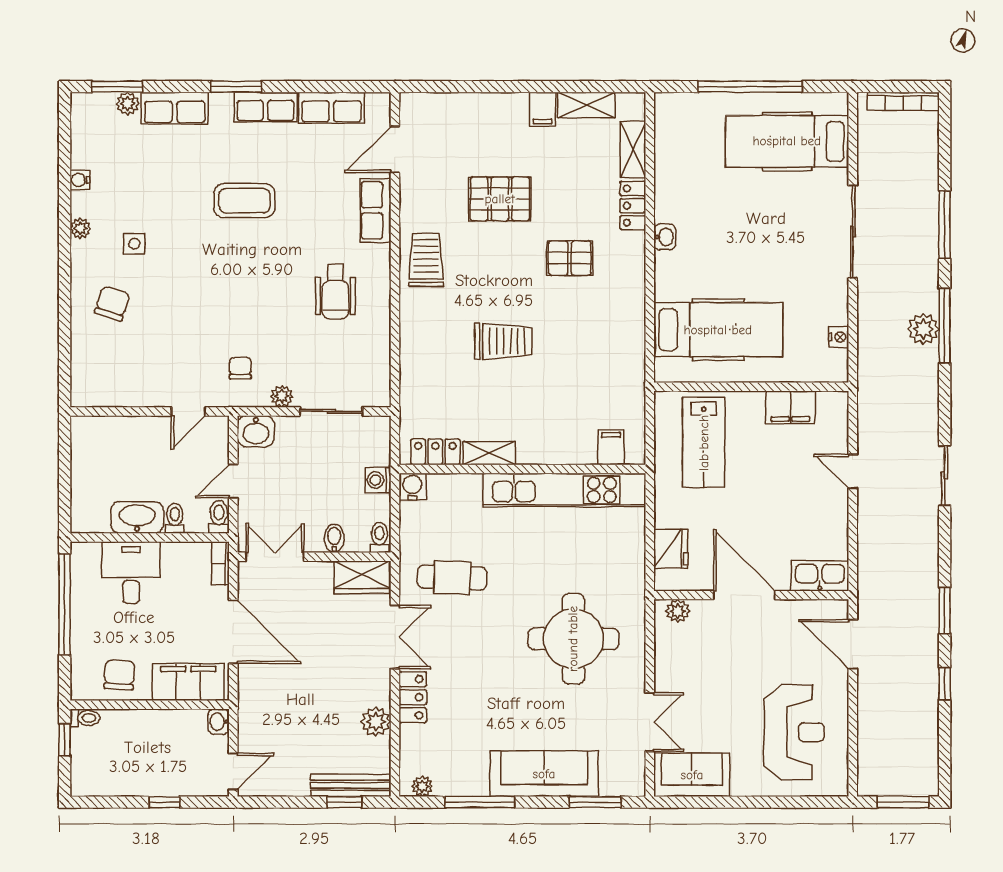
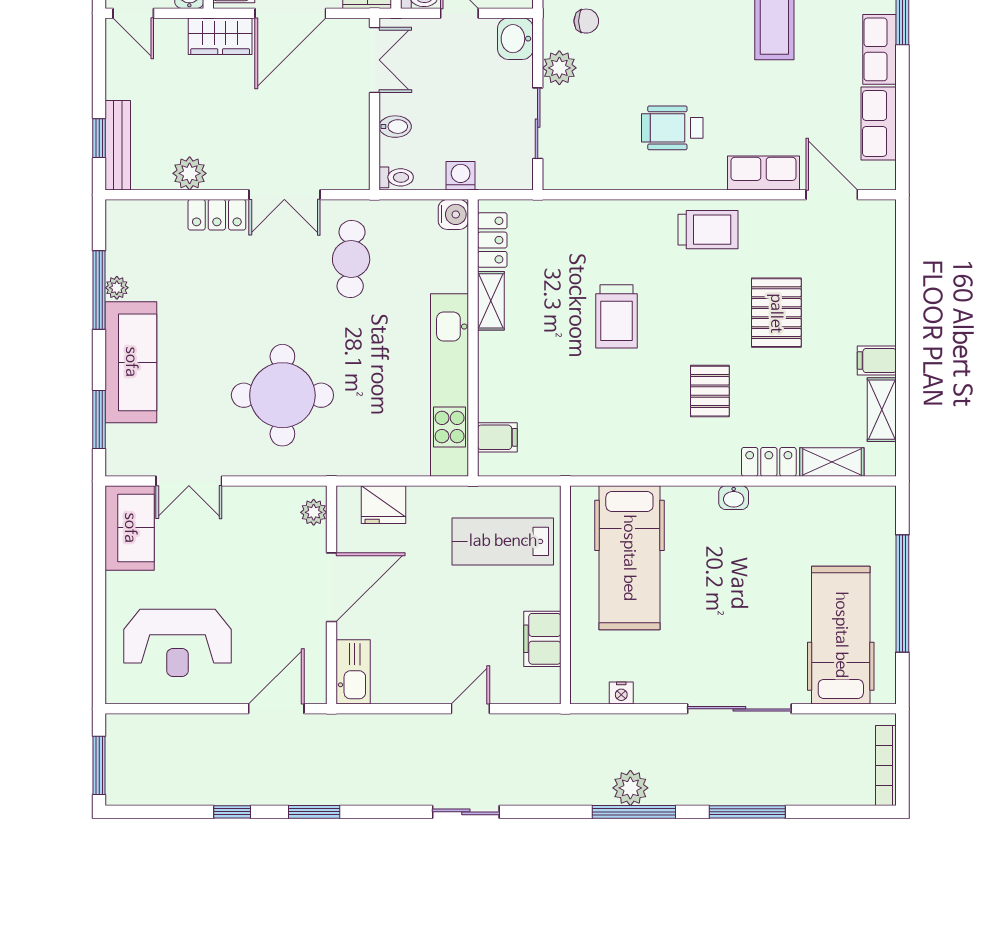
plant: (282, 396) -> (559, 68), width x1.38, depth x1.38
wardrobe: (363, 577) -> (220, 36), moved, turned -90
plant: (422, 786) -> (117, 288), moved

